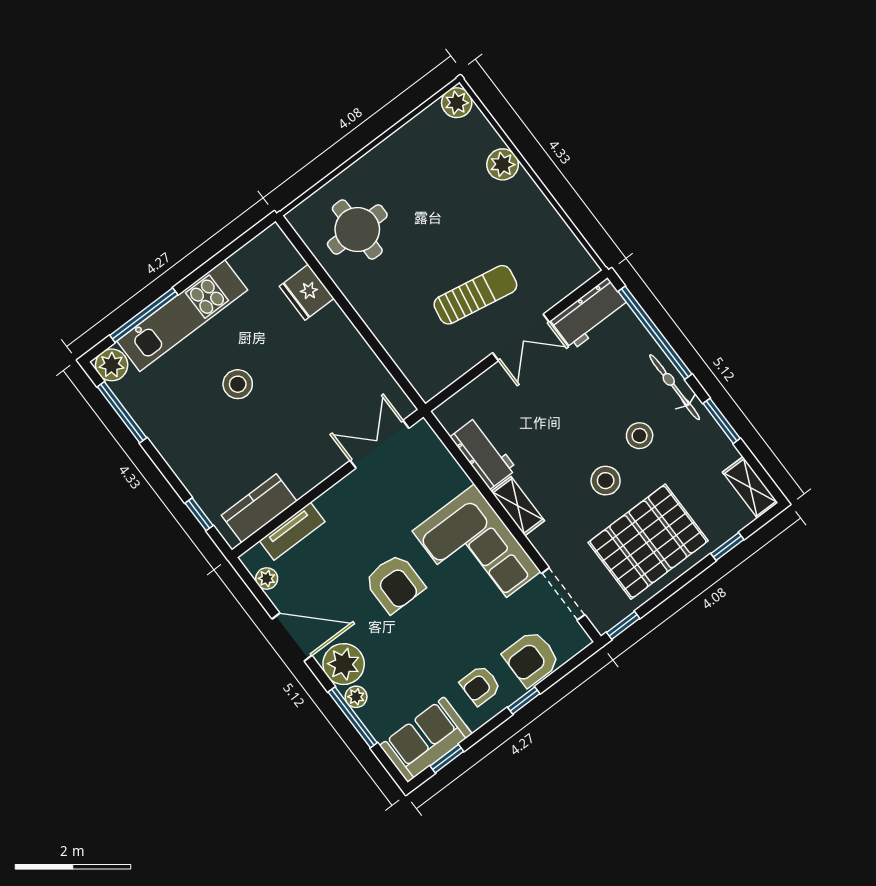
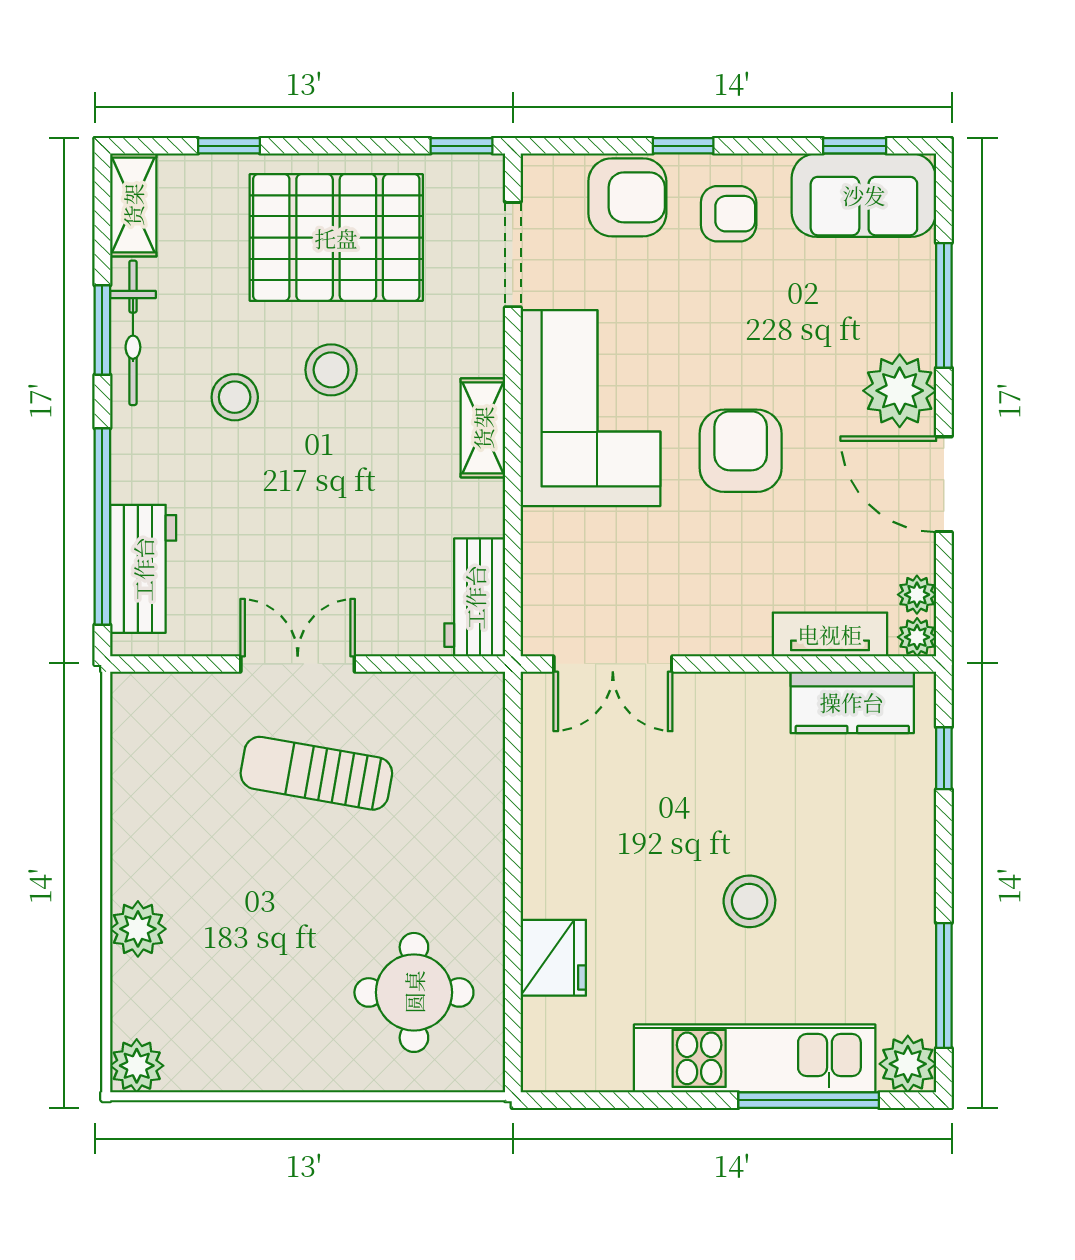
workbench: (590, 314) -> (143, 569), moved, turned 90
bicycle: (675, 387) -> (133, 333), moved
workbench: (483, 453) -> (475, 597), moved
plant: (356, 697) -> (917, 637), moved

